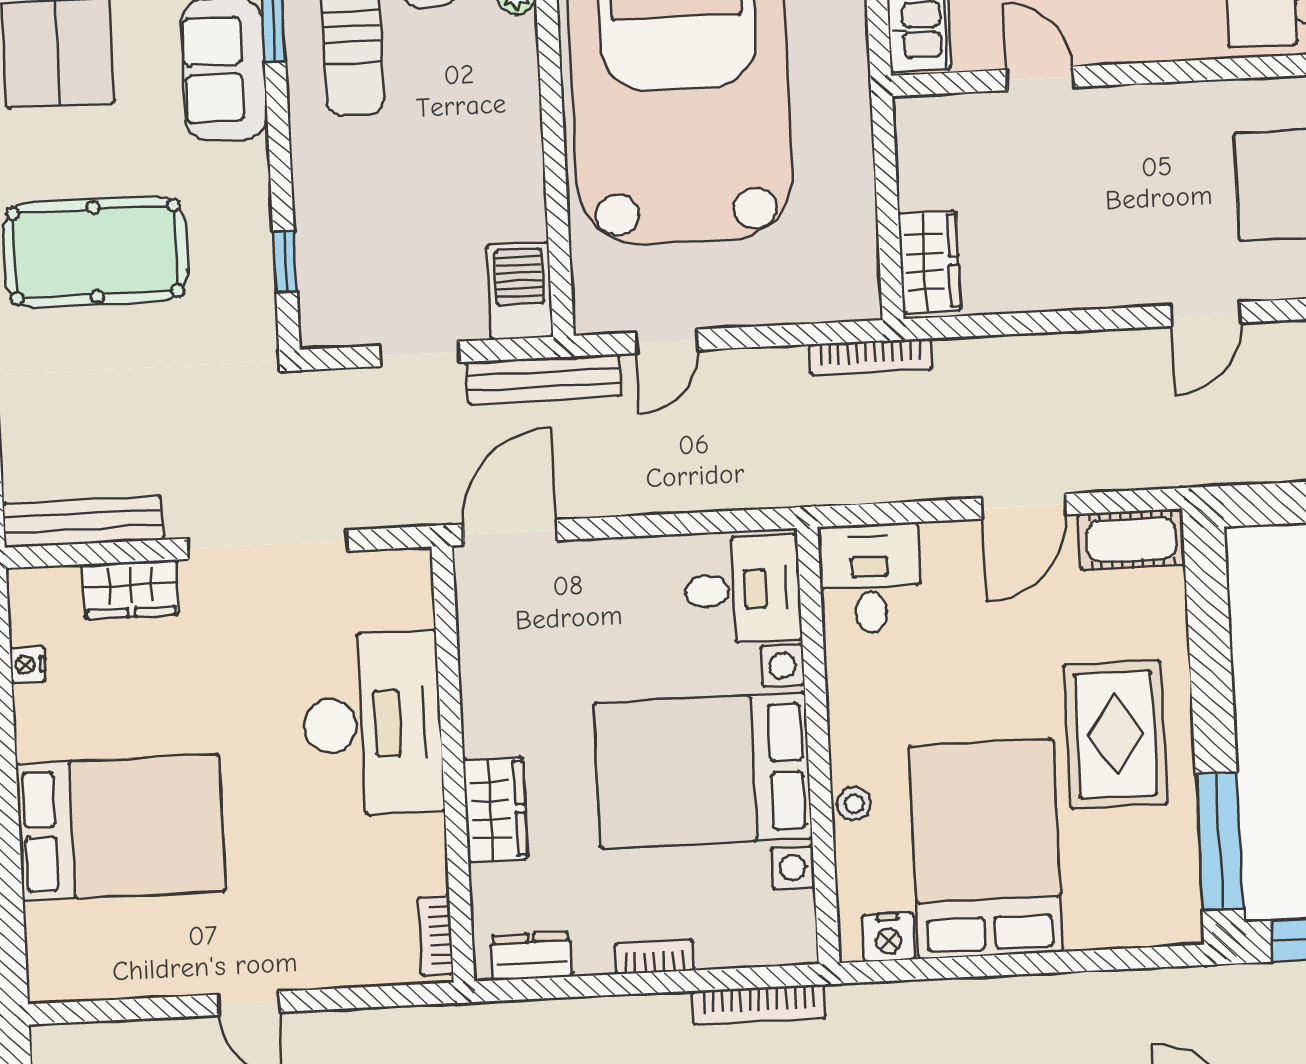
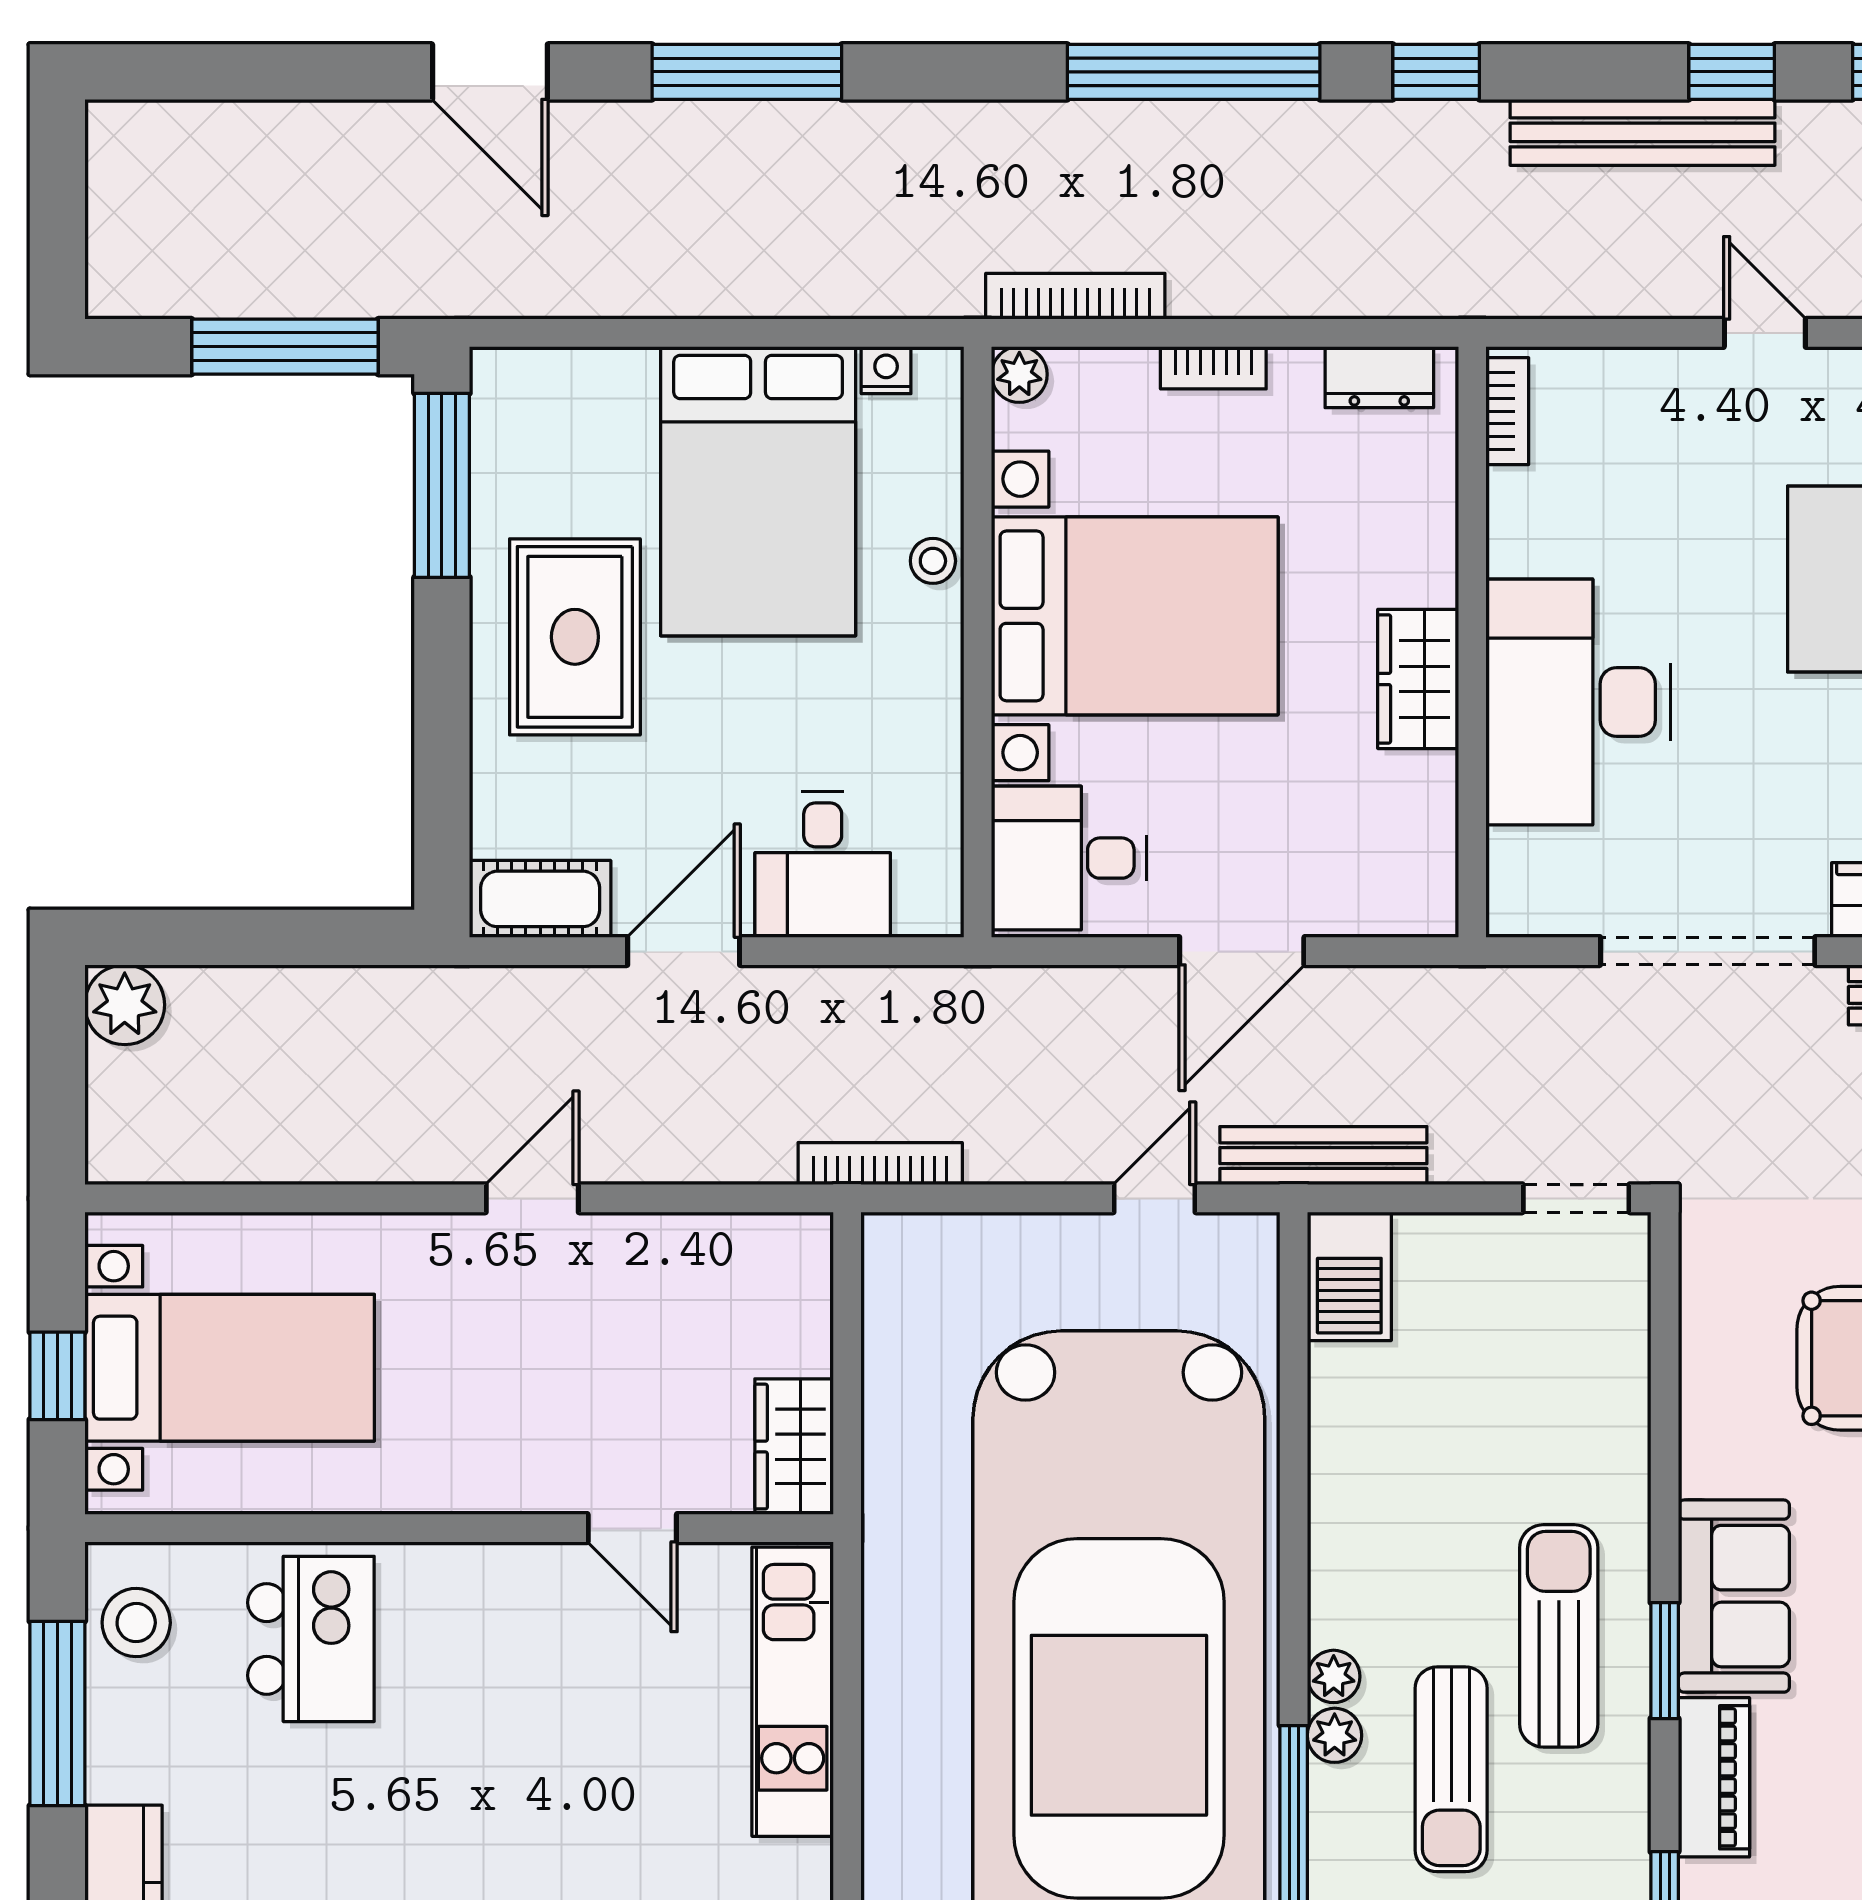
window: (285, 262) -> (1665, 1332), removed
wardrobe: (929, 262) -> (794, 1447), moved
door: (1206, 314) -> (532, 1198), moved
doorway: (419, 354) -> (1576, 1198), moved
door: (510, 532) -> (1242, 951), moved
desk: (870, 578) -> (823, 864), moved
wardrobe: (495, 810) -> (1418, 679), moved
nightstand: (888, 937) -> (886, 370), width x0.72, depth x0.74
plant: (797, 945) -> (1019, 374), added

